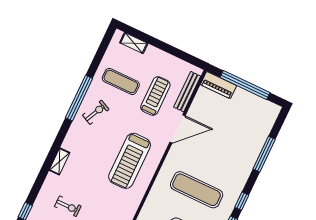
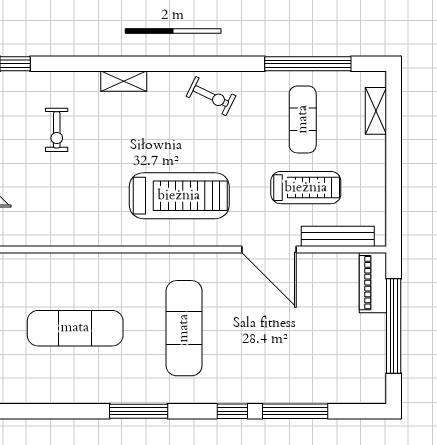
window: (79, 98) -> (308, 64), moved
exercise bike: (96, 112) -> (211, 96), moved
treadmill: (130, 161) -> (179, 196), turned 180
window: (242, 201) -> (232, 411), moved

